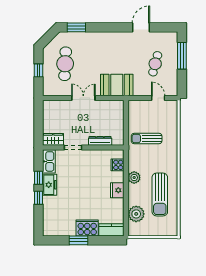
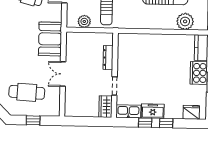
cooker: (118, 165) -> (133, 40), removed
plant: (134, 178) -> (84, 21), moved
fridge: (117, 190) -> (191, 112), moved, turned 180

